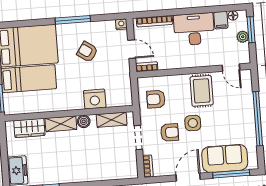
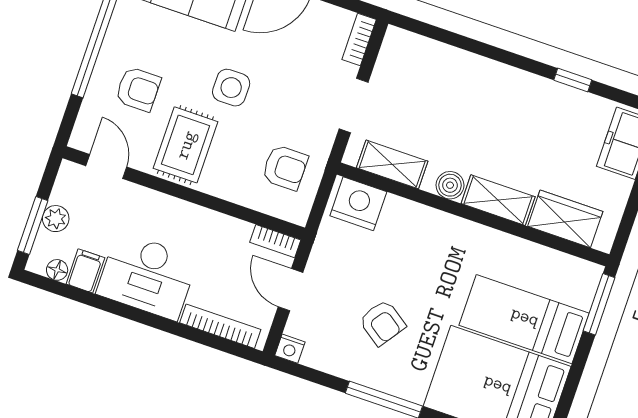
nightstand: (95, 99) -> (358, 204), moved
armchair: (170, 132) -> (138, 89), moved, turned 180

